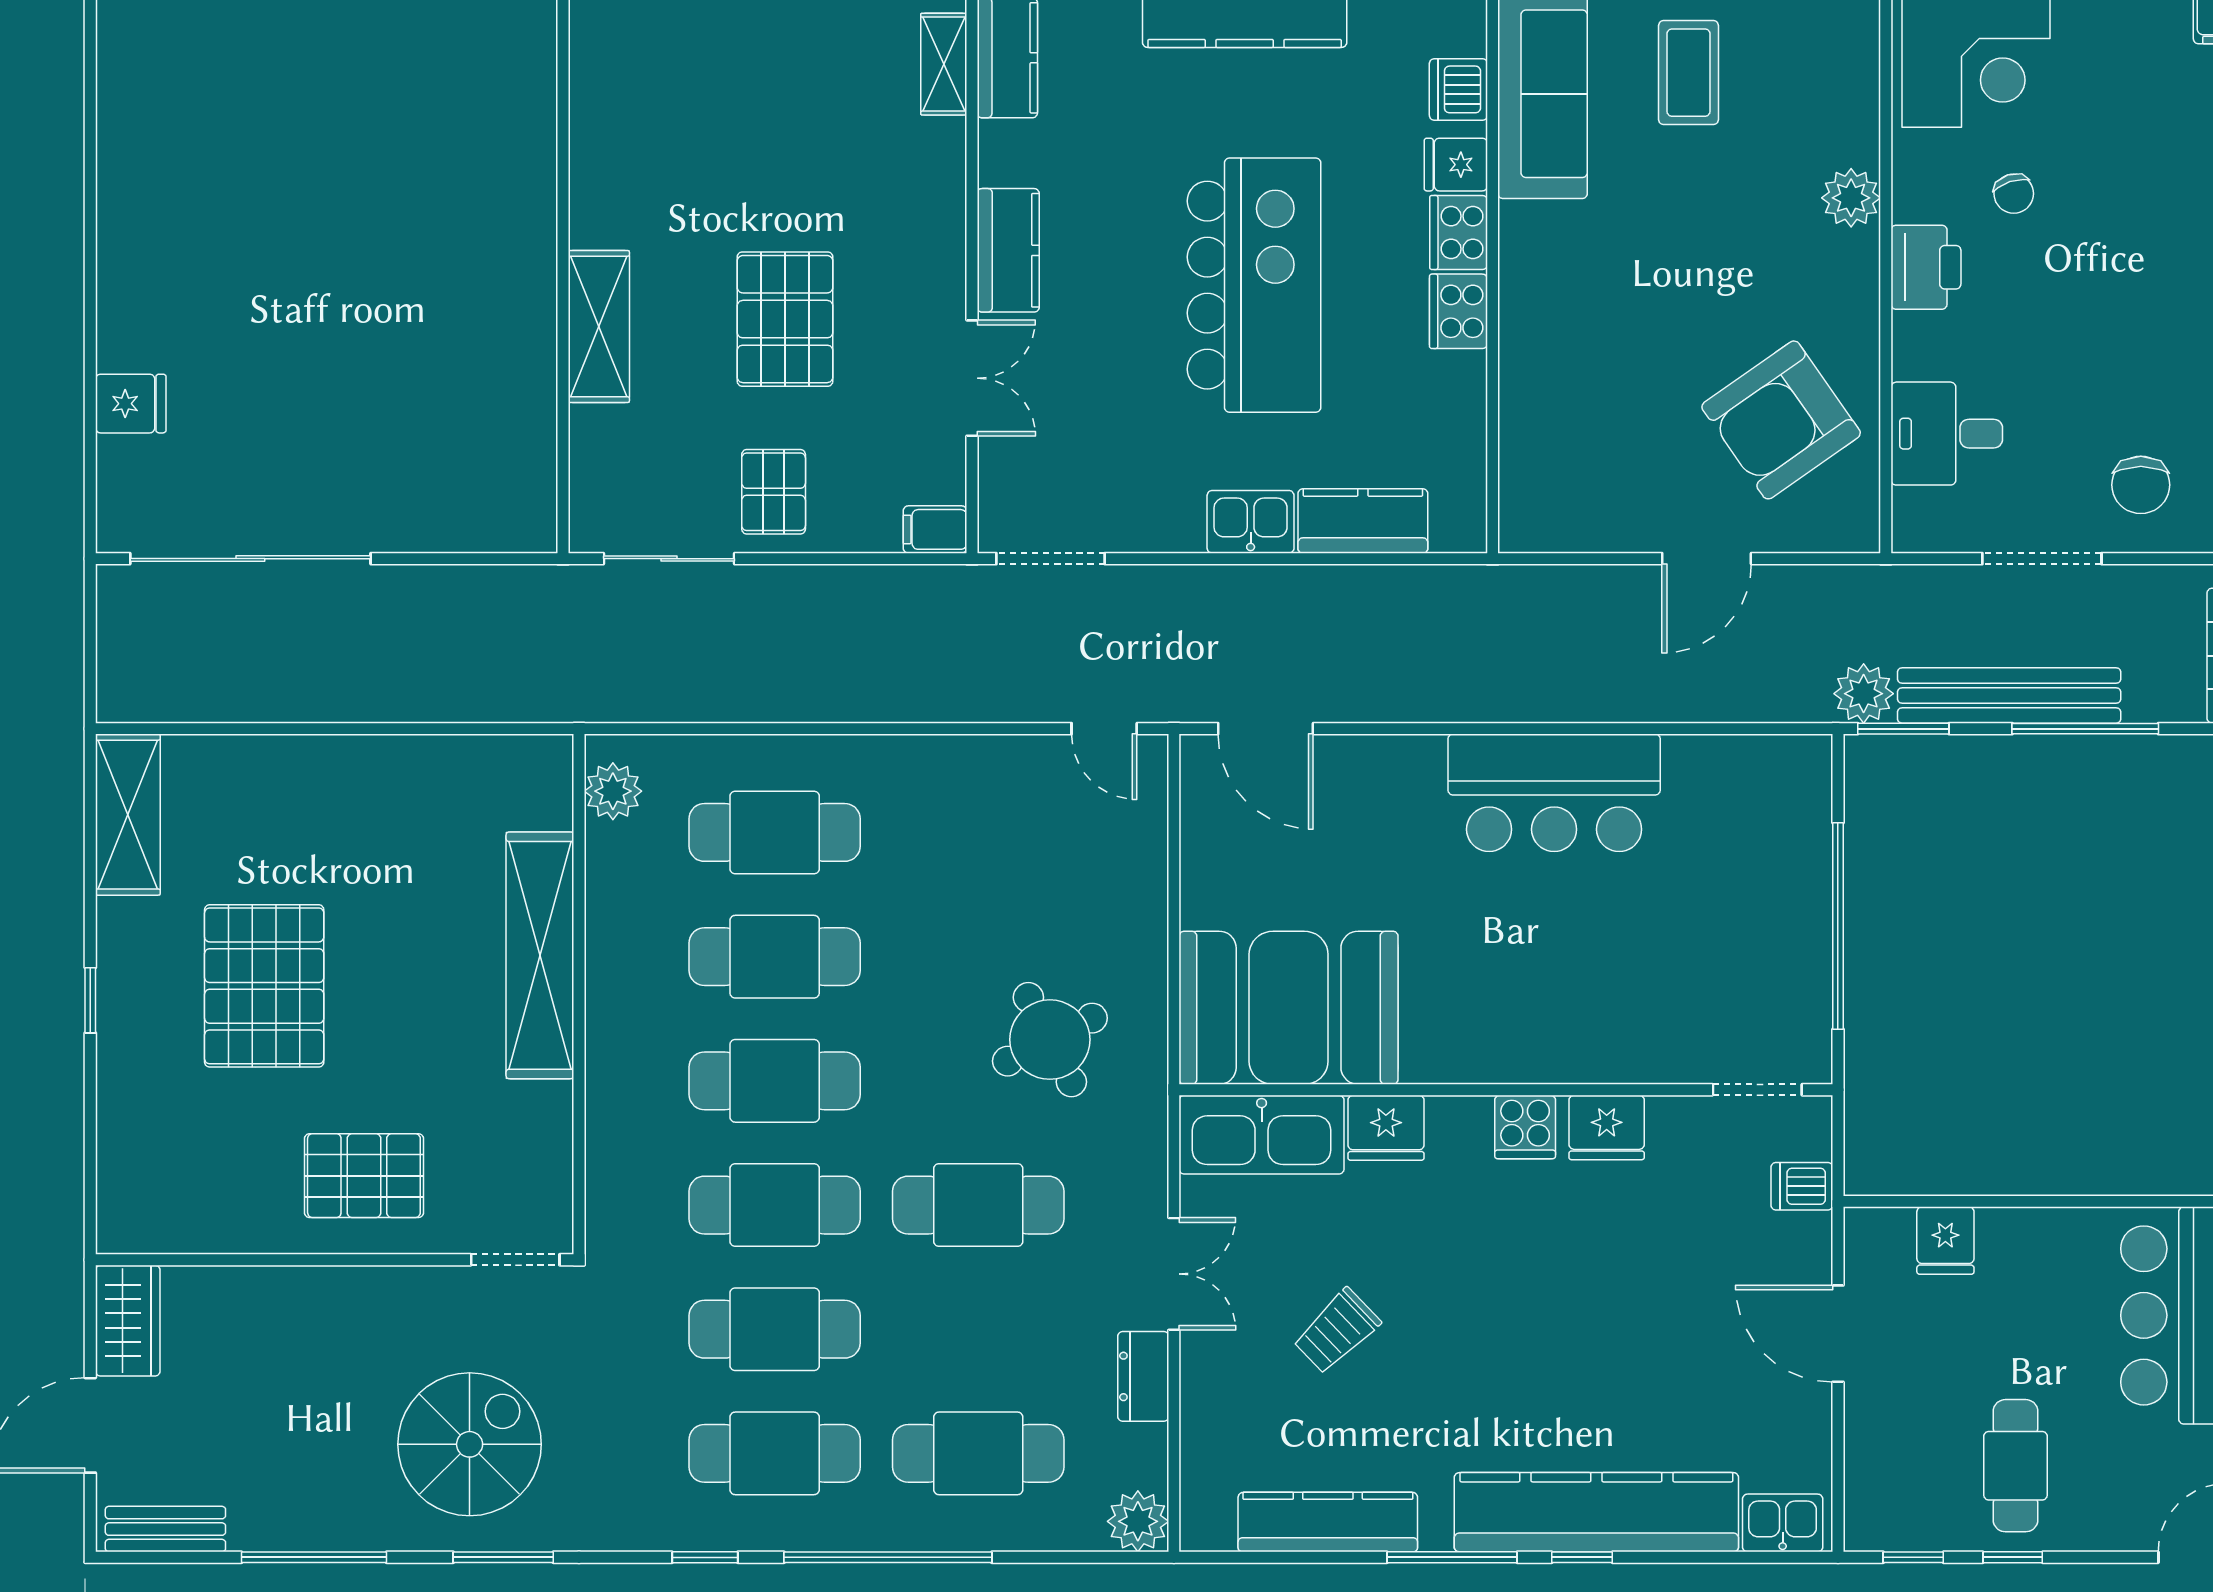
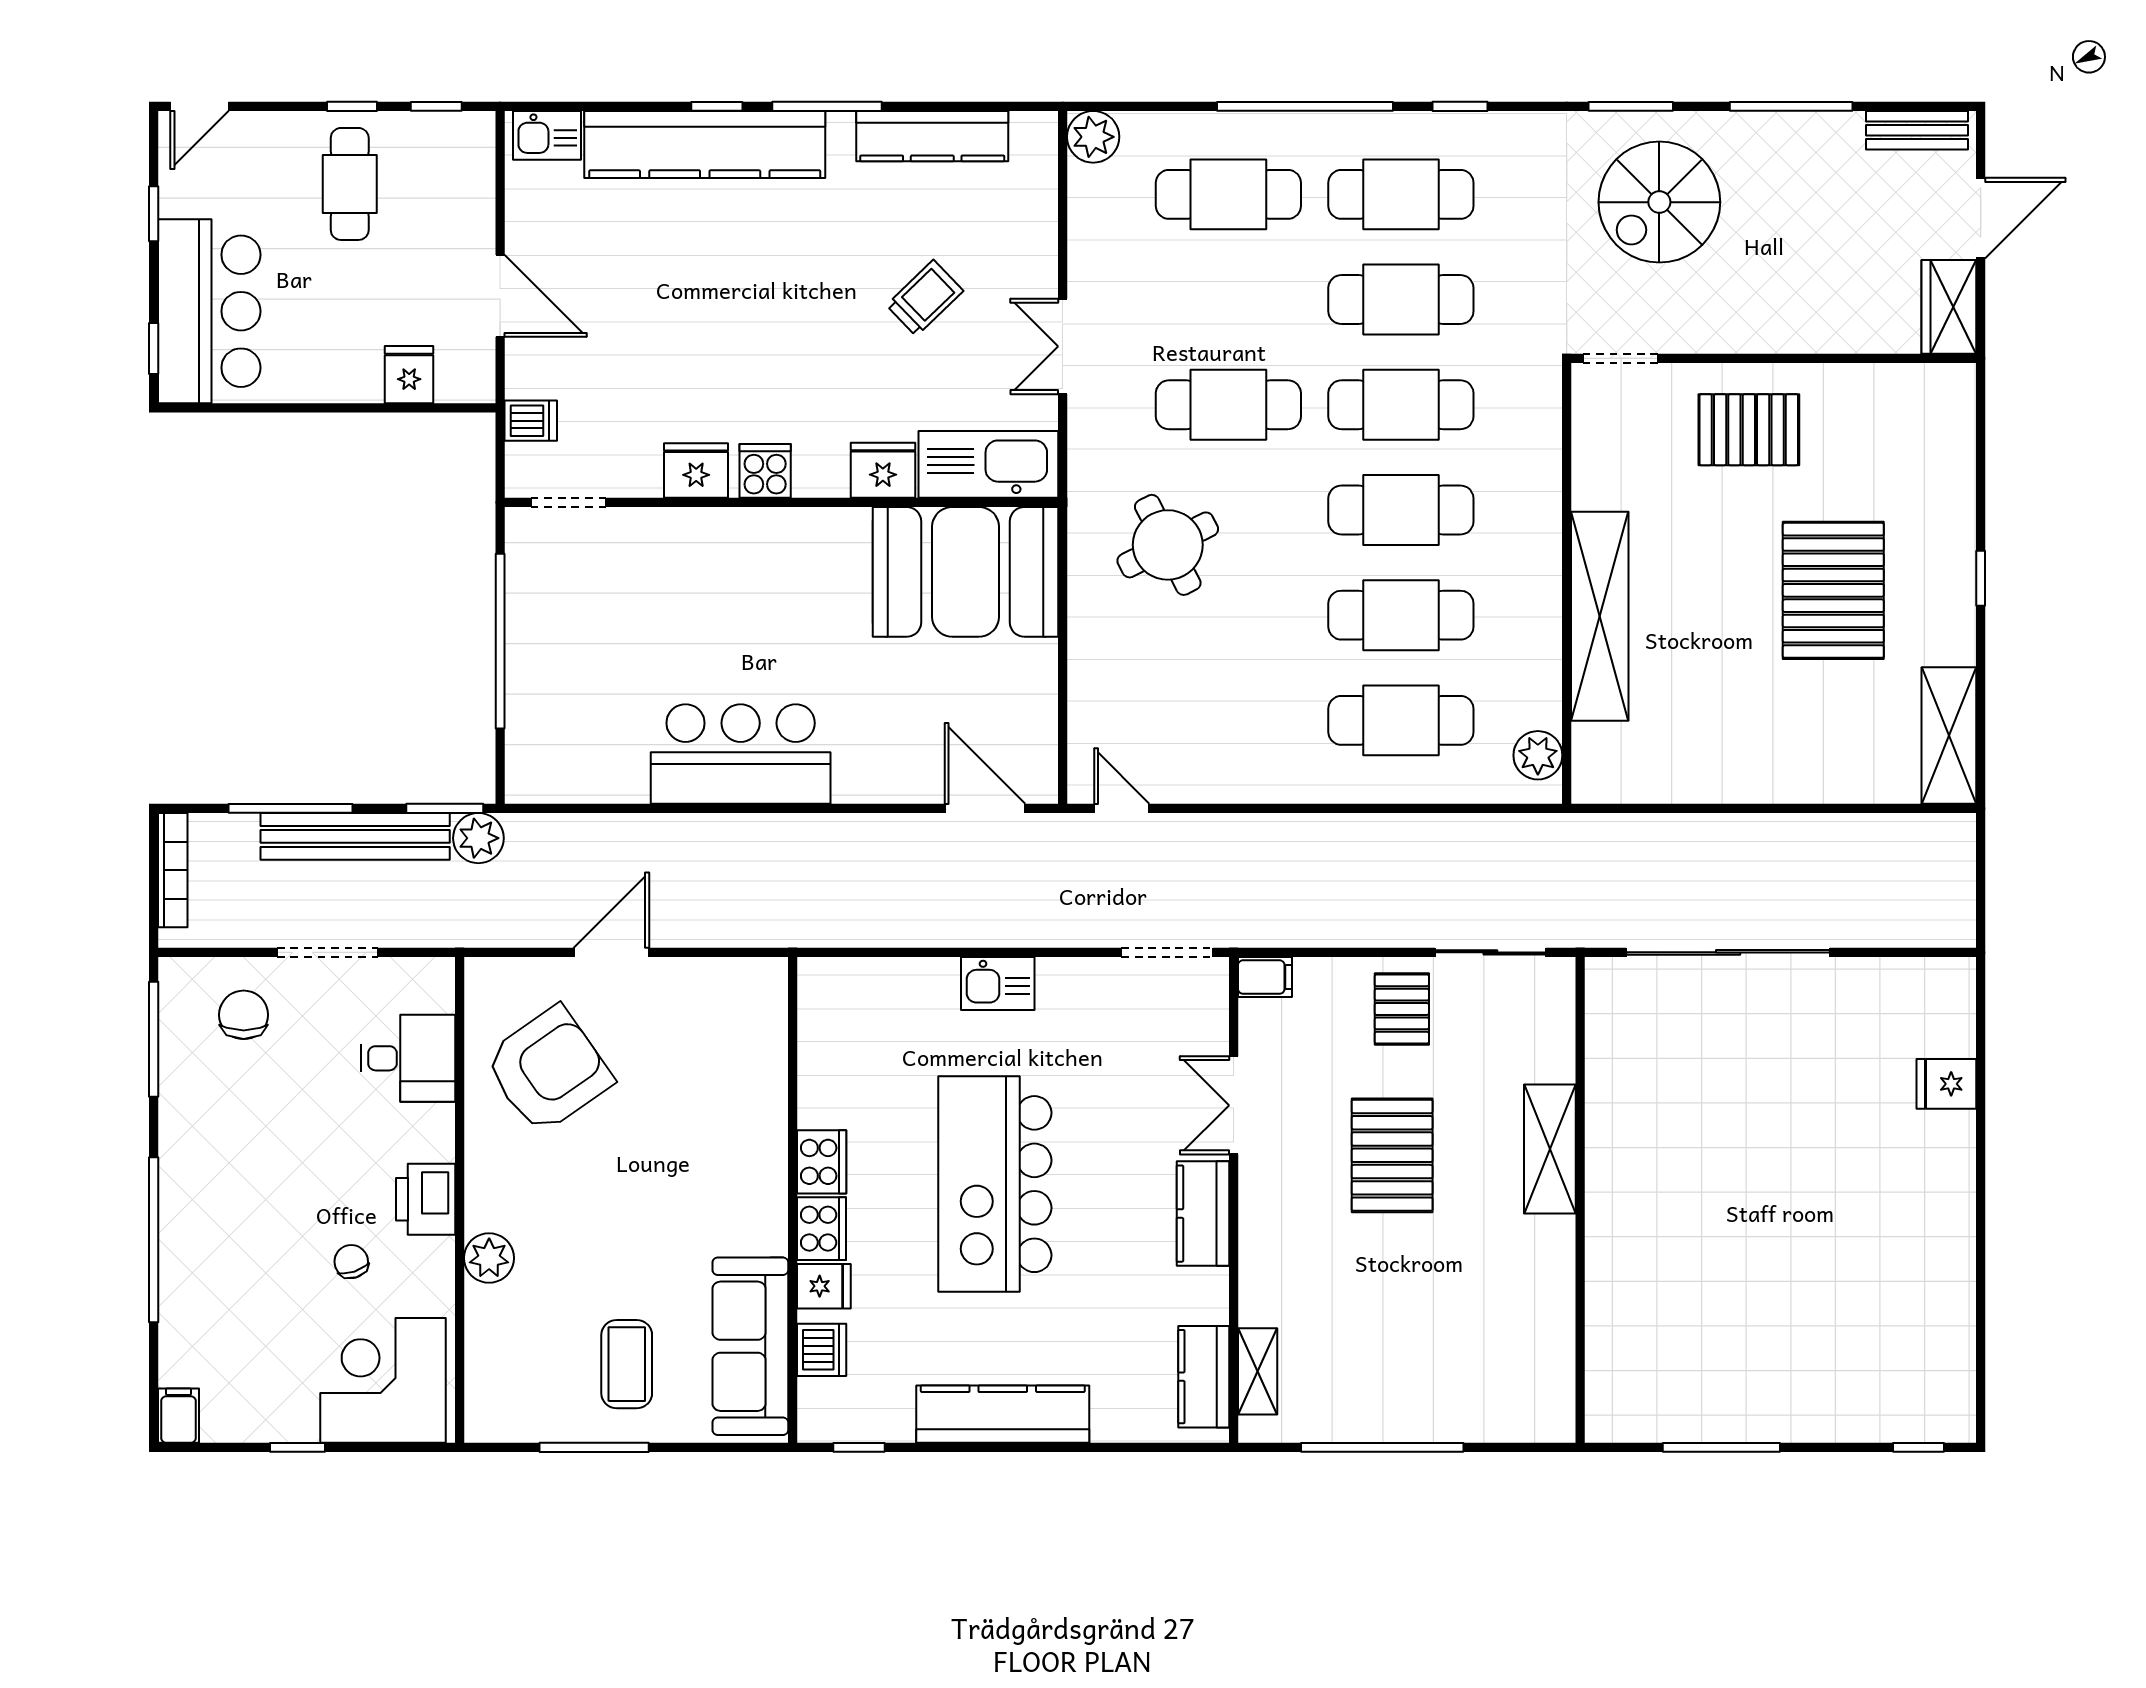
kitchen counter: (1363, 521) -> (903, 984), removed
sliding door: (250, 559) -> (1728, 952), moved
dresser: (1143, 1376) -> (1089, 260), removed

